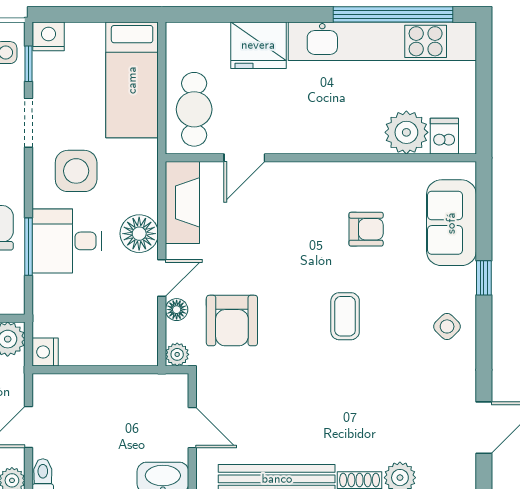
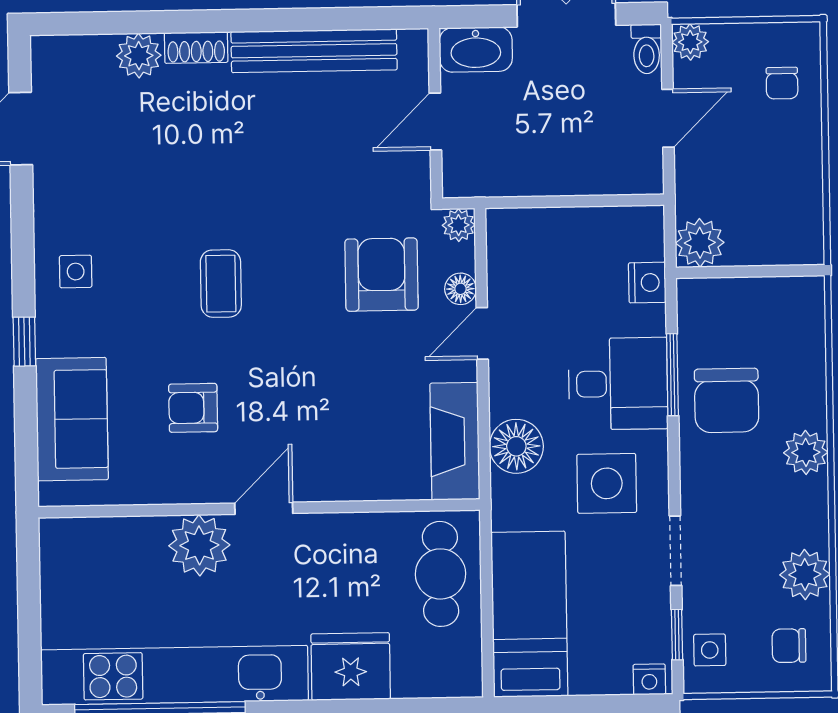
nightstand: (49, 36) -> (649, 679), width x0.72, depth x0.74
plant: (406, 132) -> (199, 545), moved
dishwasher: (444, 136) -> (84, 542), removed
door: (244, 158) -> (264, 508), moved
floor lamp: (139, 234) -> (516, 446), moved
side table: (447, 326) -> (76, 272), turned 45
nightstand: (45, 352) -> (647, 283), moved
door: (192, 428) -> (435, 122), hinge flipped

